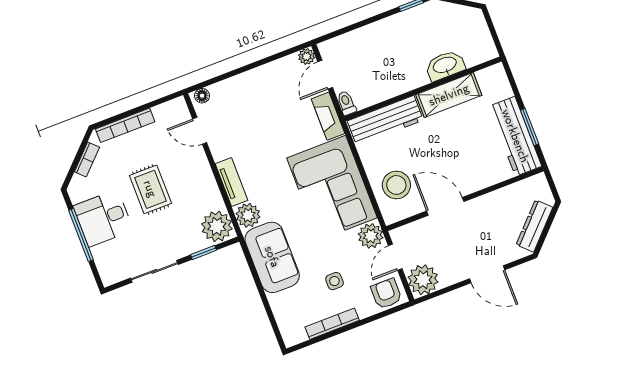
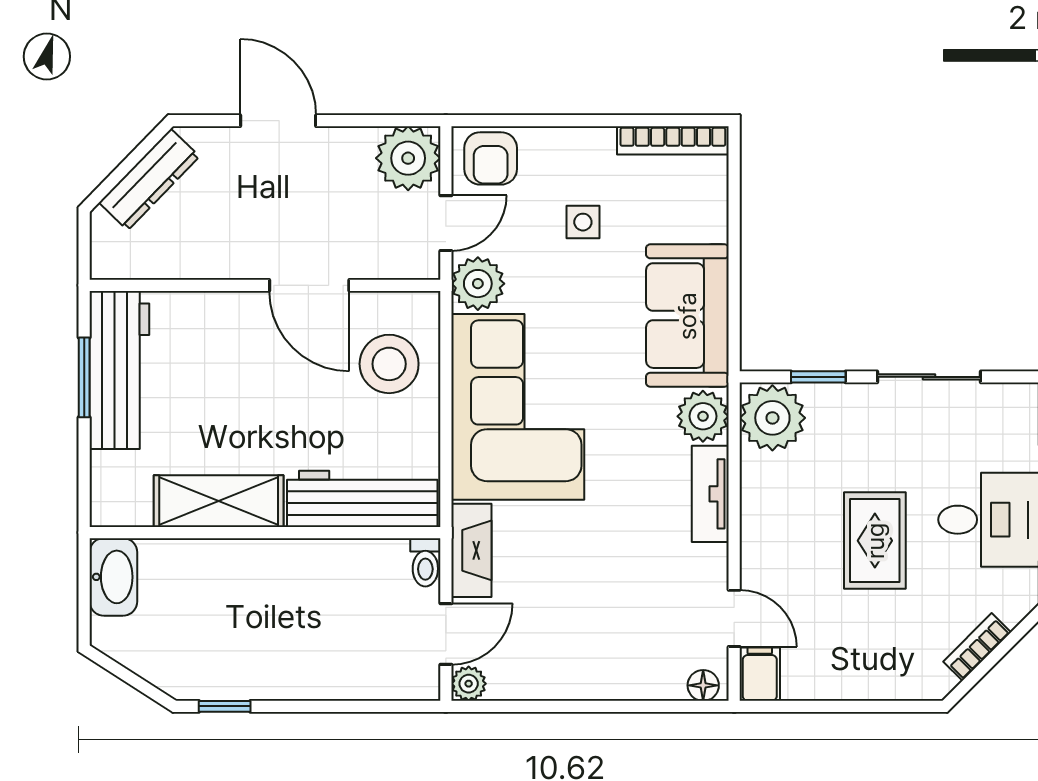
washbasin: (445, 65) -> (113, 577), moved, turned -90
filing cabinet: (179, 110) -> (760, 674), added
bookcase: (125, 125) -> (876, 685), removed
bookcase: (332, 324) -> (673, 140), moved

